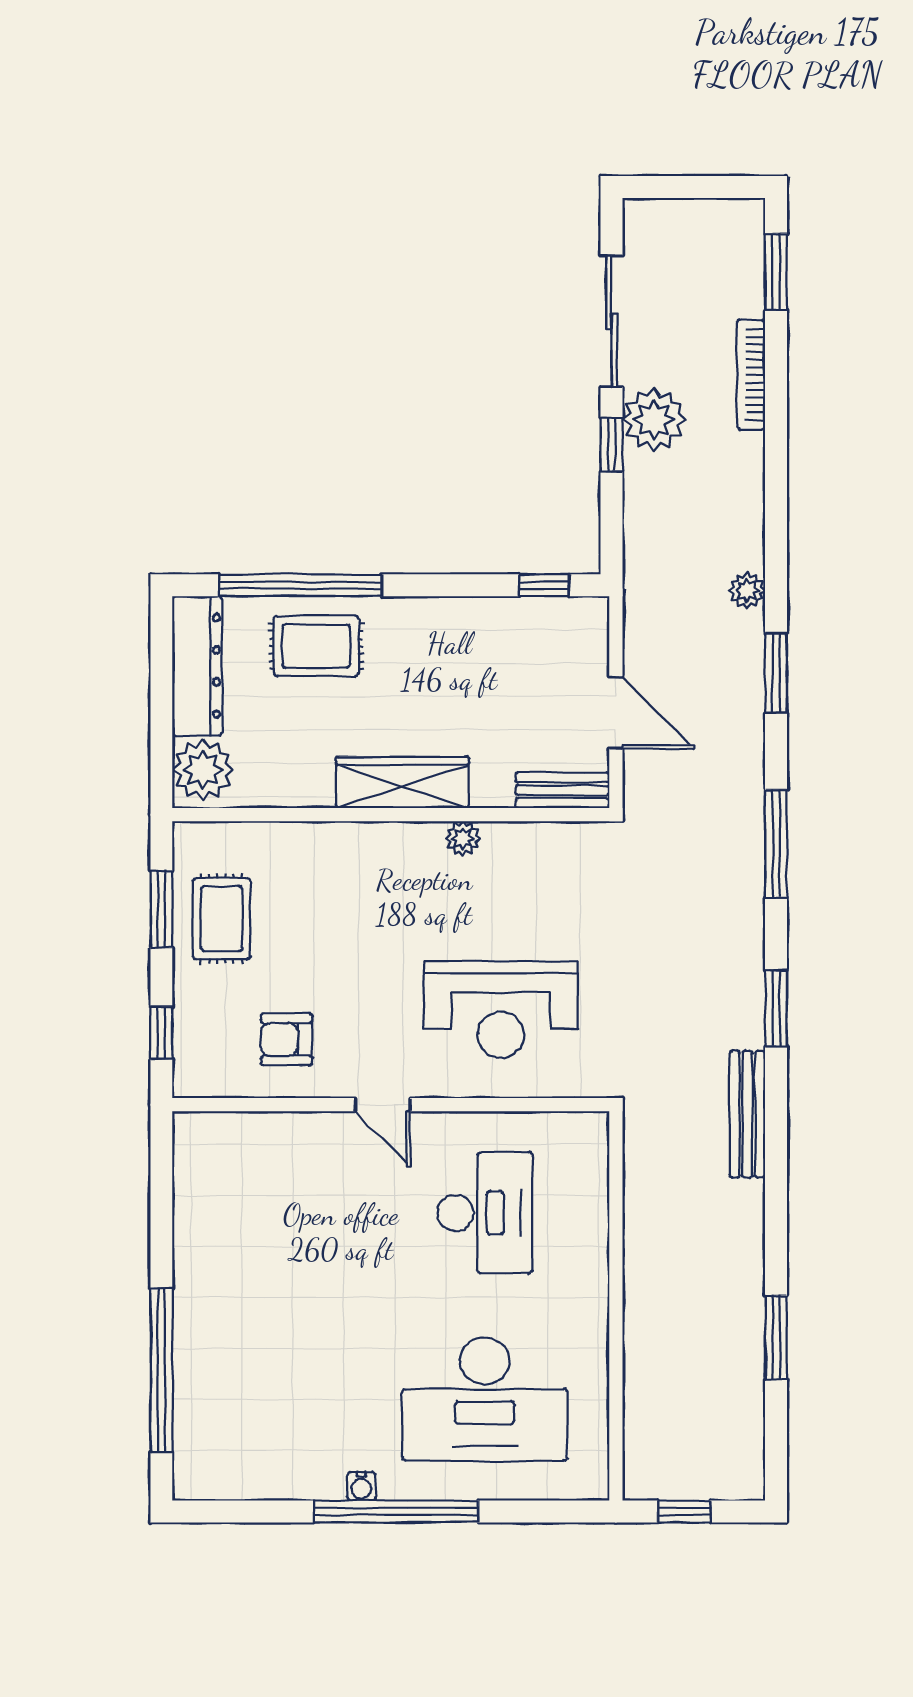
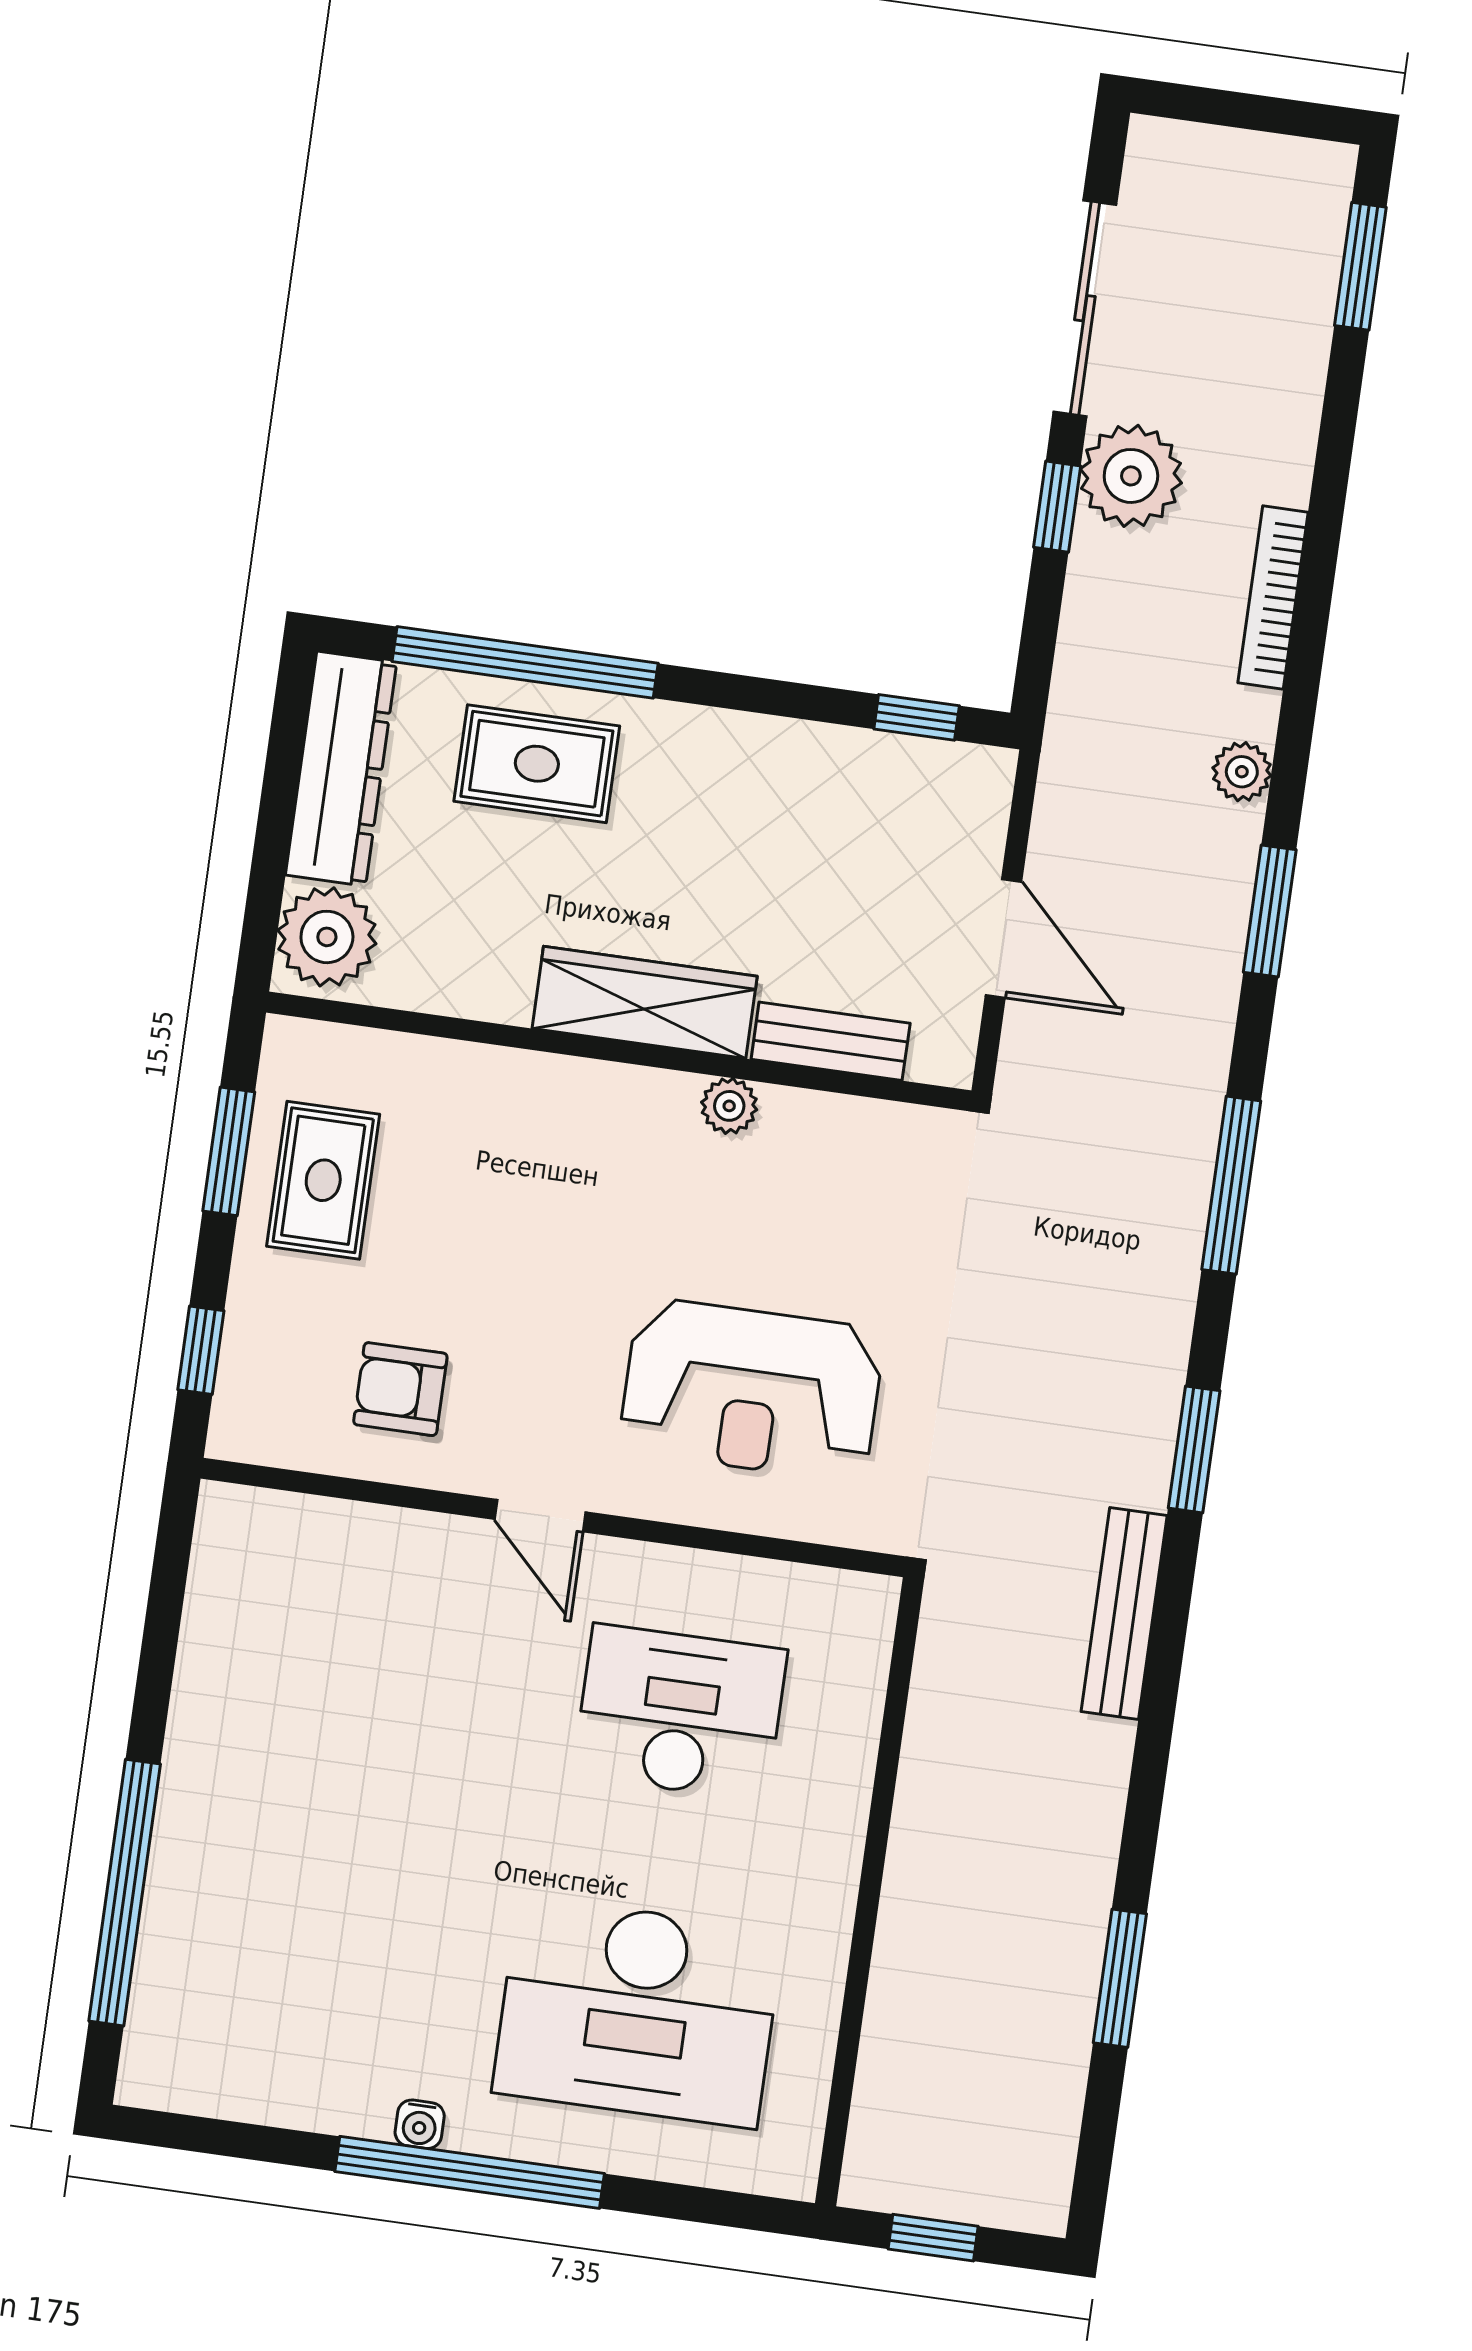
bookcase: (751, 375) -> (1273, 598), moved
bench: (562, 790) -> (831, 1041), moved
desk: (485, 1213) -> (680, 1713), turned -90

